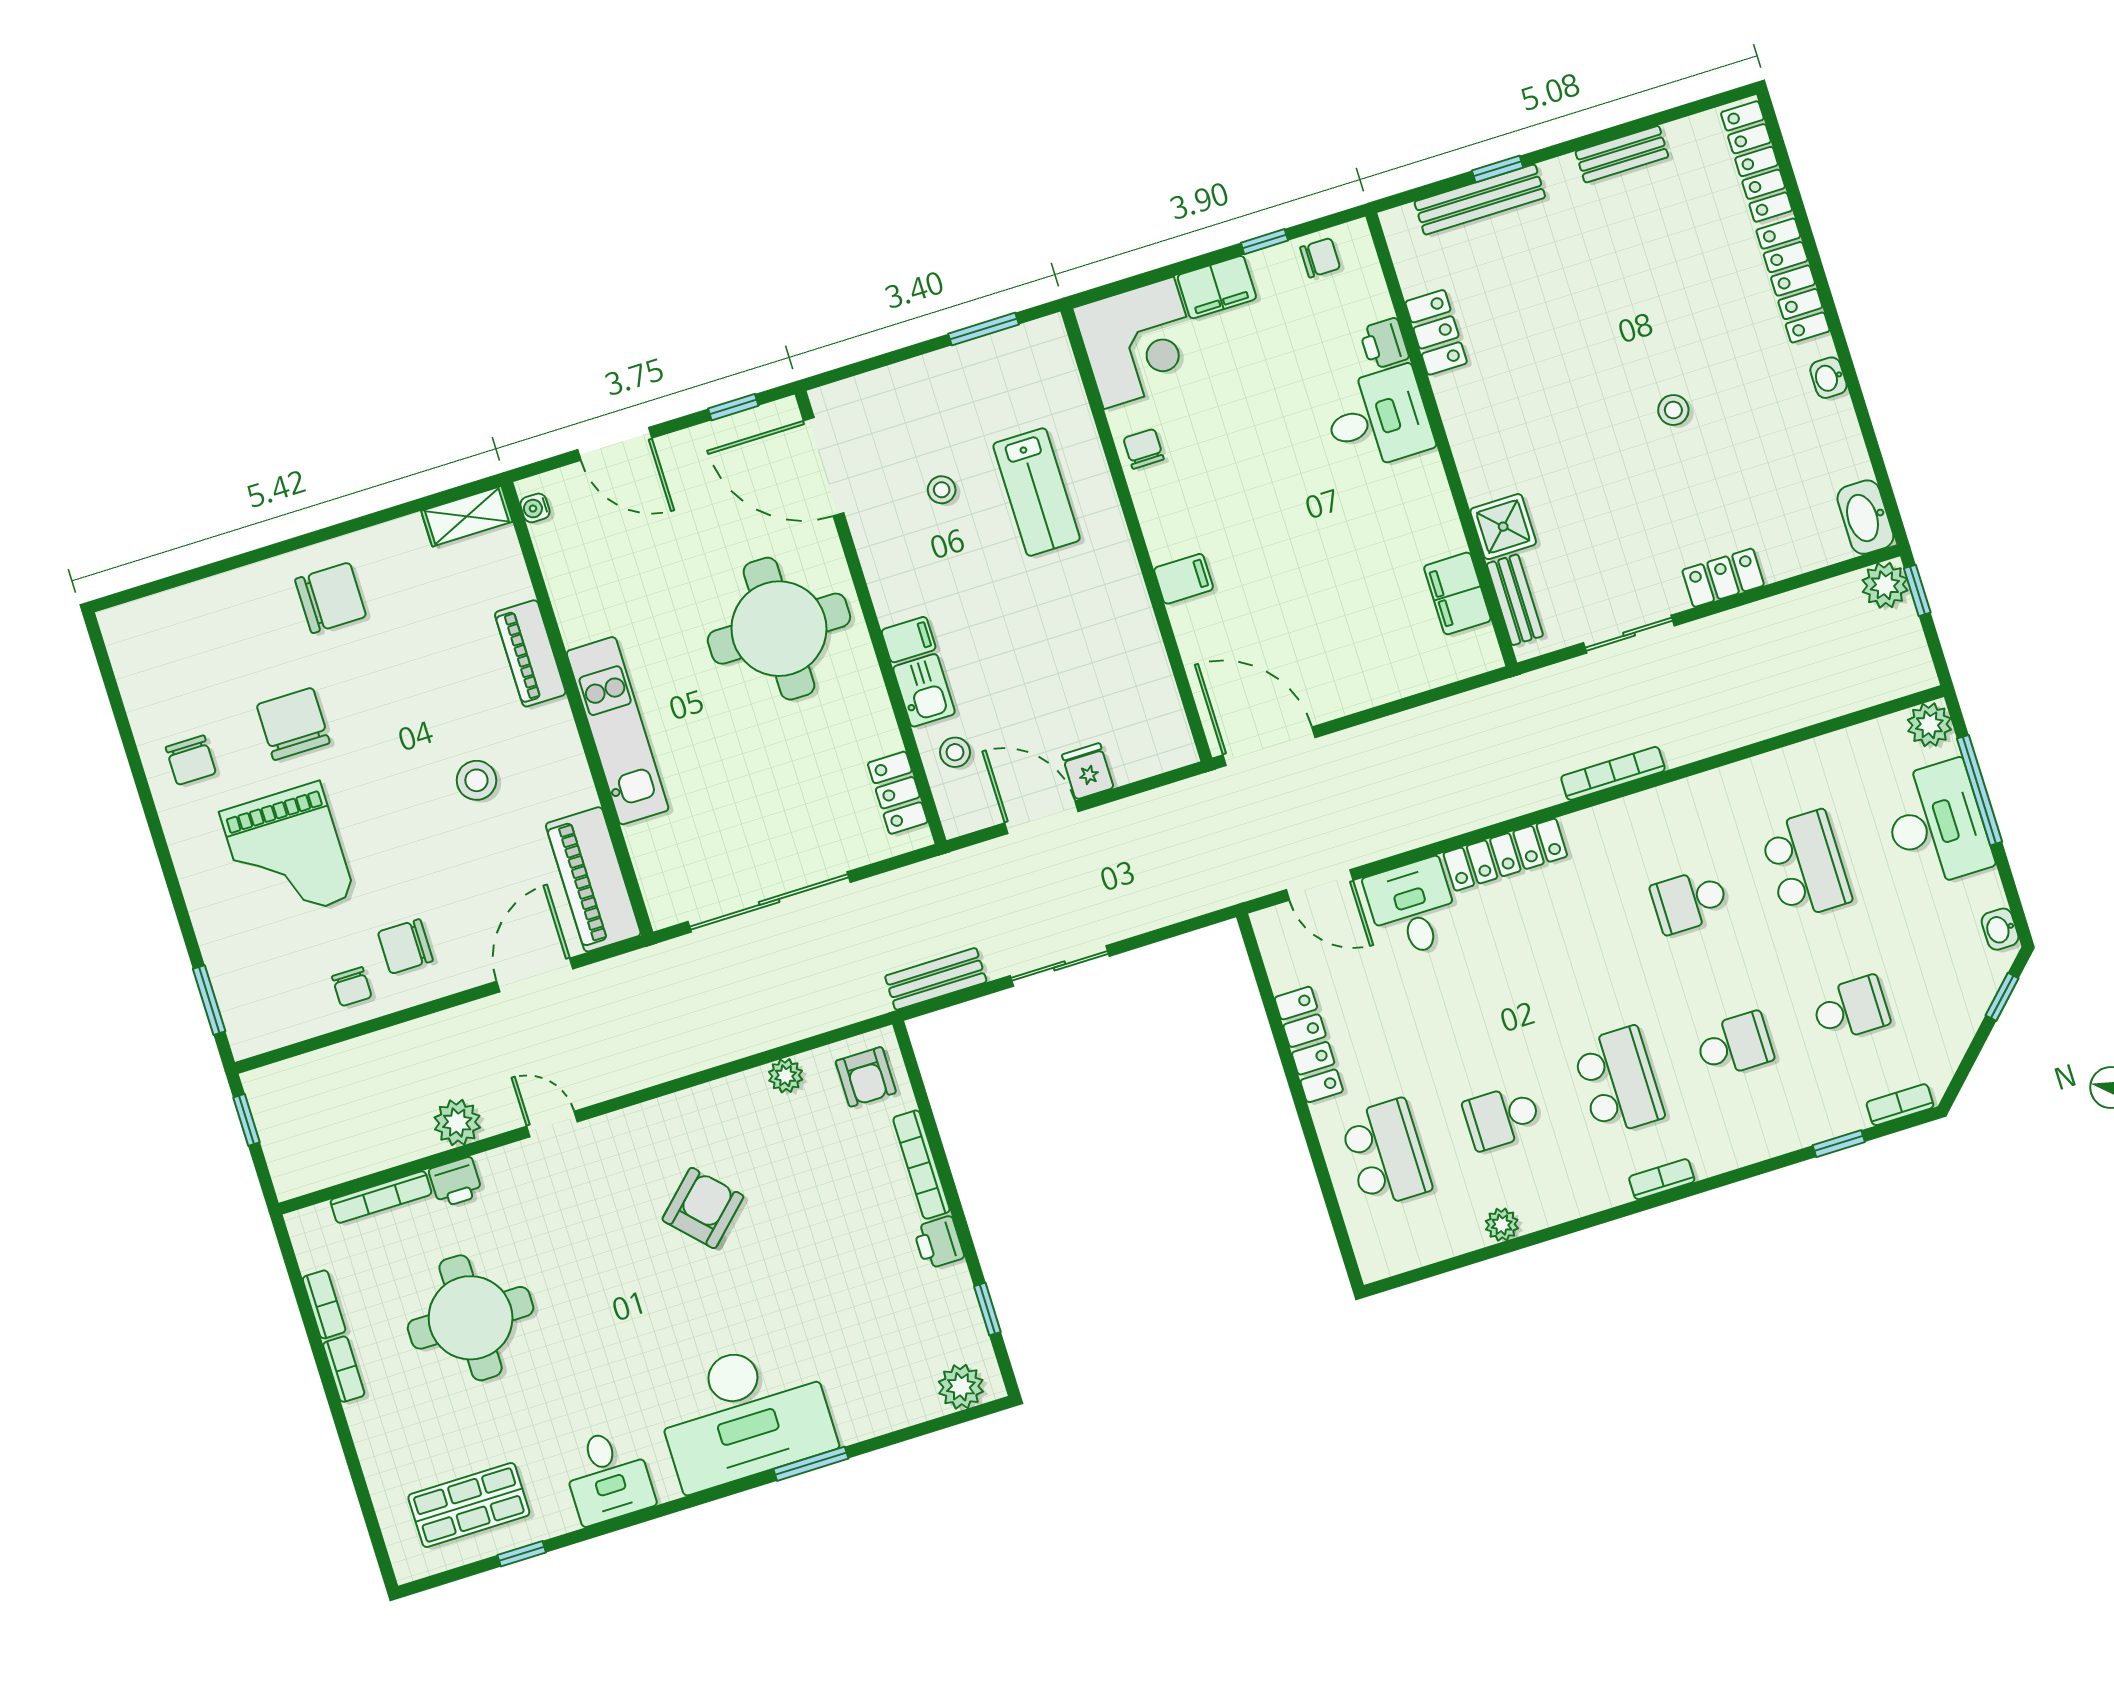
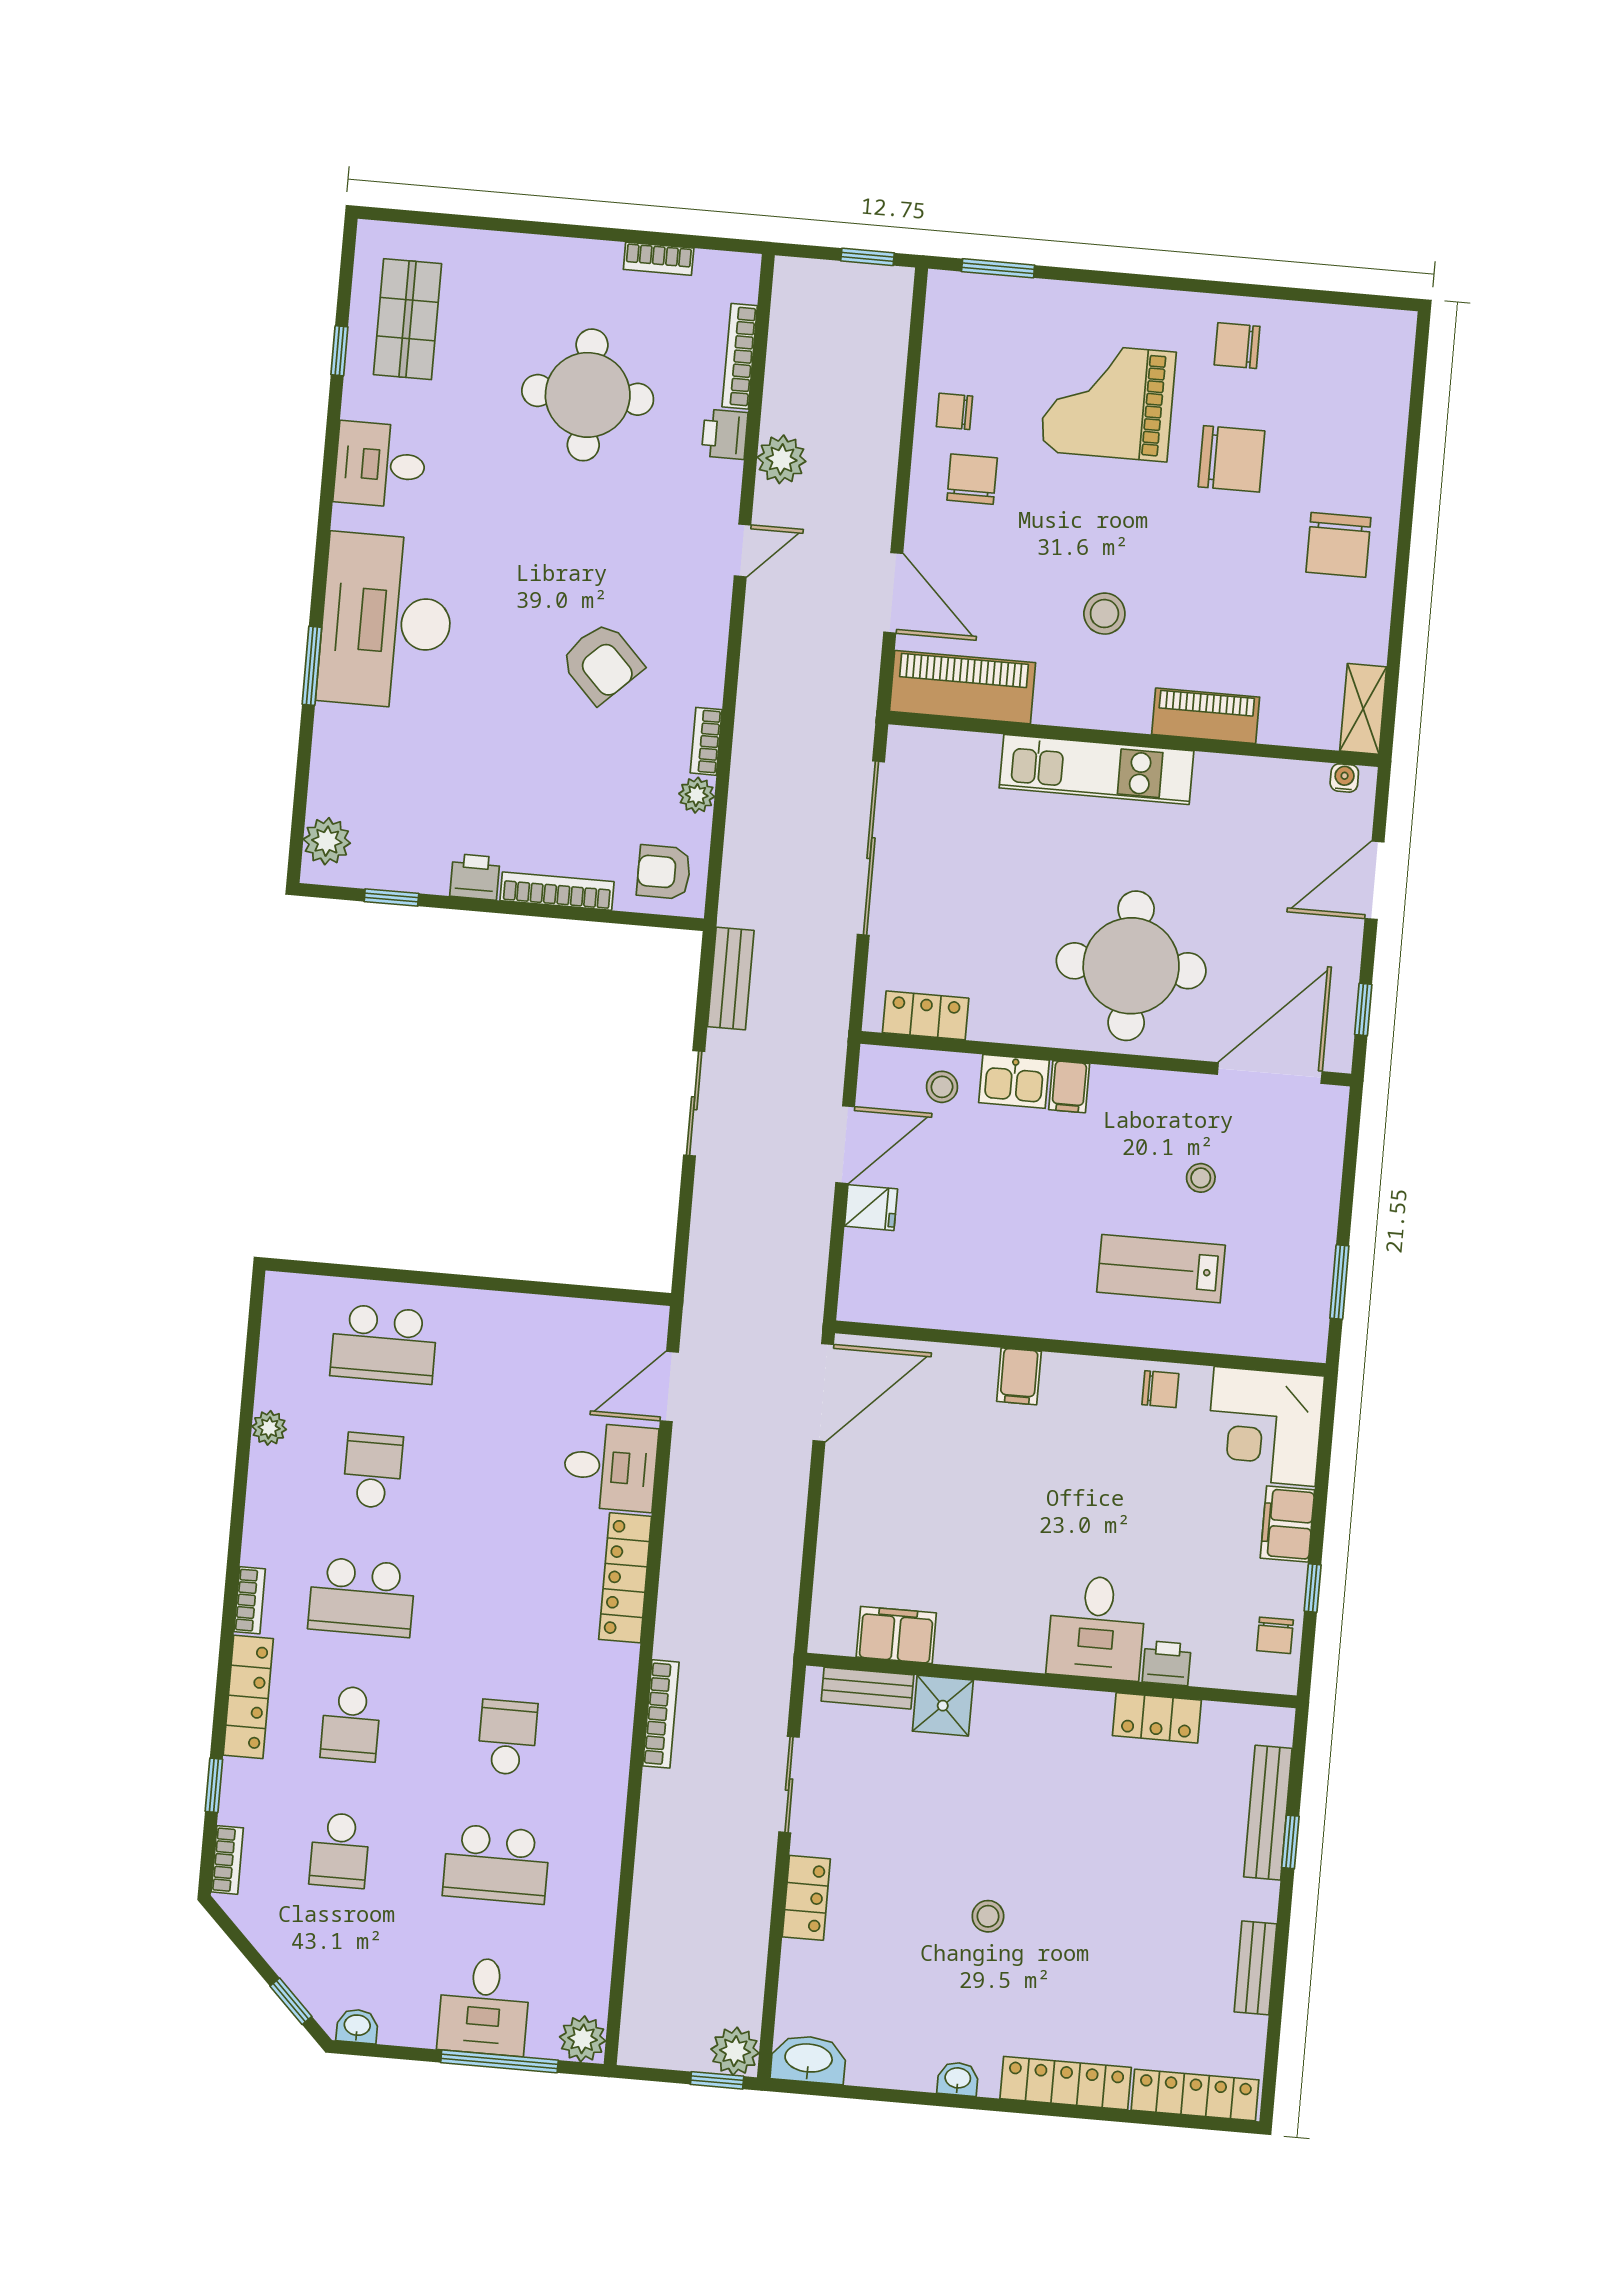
desk: (1936, 824) -> (484, 2006), width x0.73
locker: (1309, 1044) -> (248, 1697), moved, turned -90
bookcase: (344, 1369) -> (706, 741), moved, turned 90

